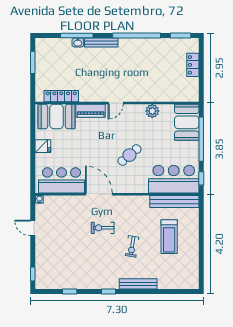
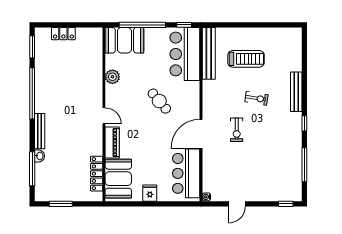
window: (77, 35) -> (32, 169), moved
window: (70, 291) -> (304, 165), width x2.17

